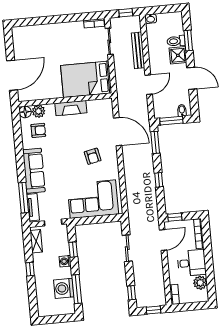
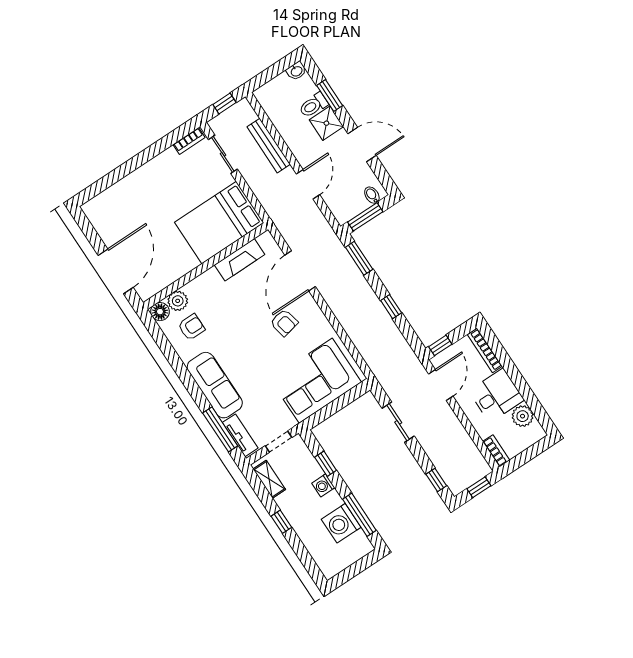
washbasin: (151, 19) -> (296, 71), moved
fireplace: (71, 108) -> (240, 260), moved
door: (118, 132) -> (300, 271), swing flipped

